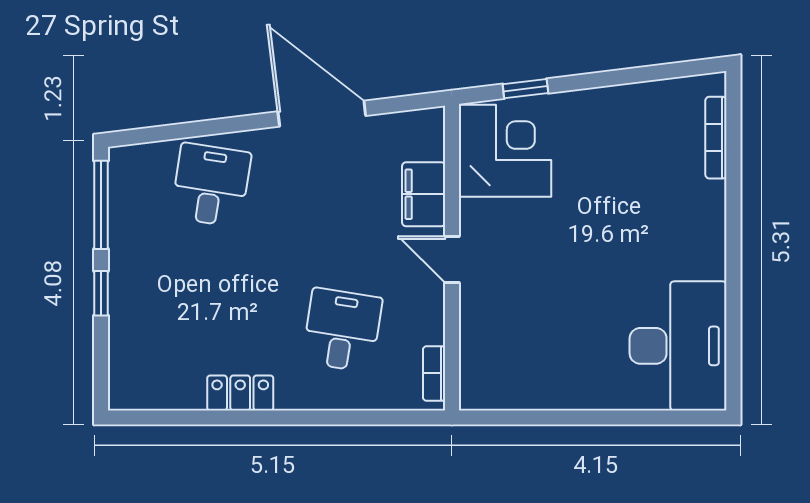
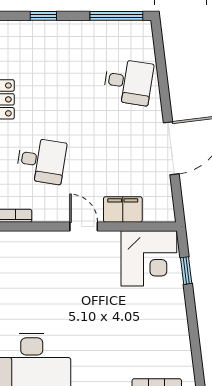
door: (452, 259) -> (84, 226), hinge flipped
window: (101, 293) -> (43, 16), moved

